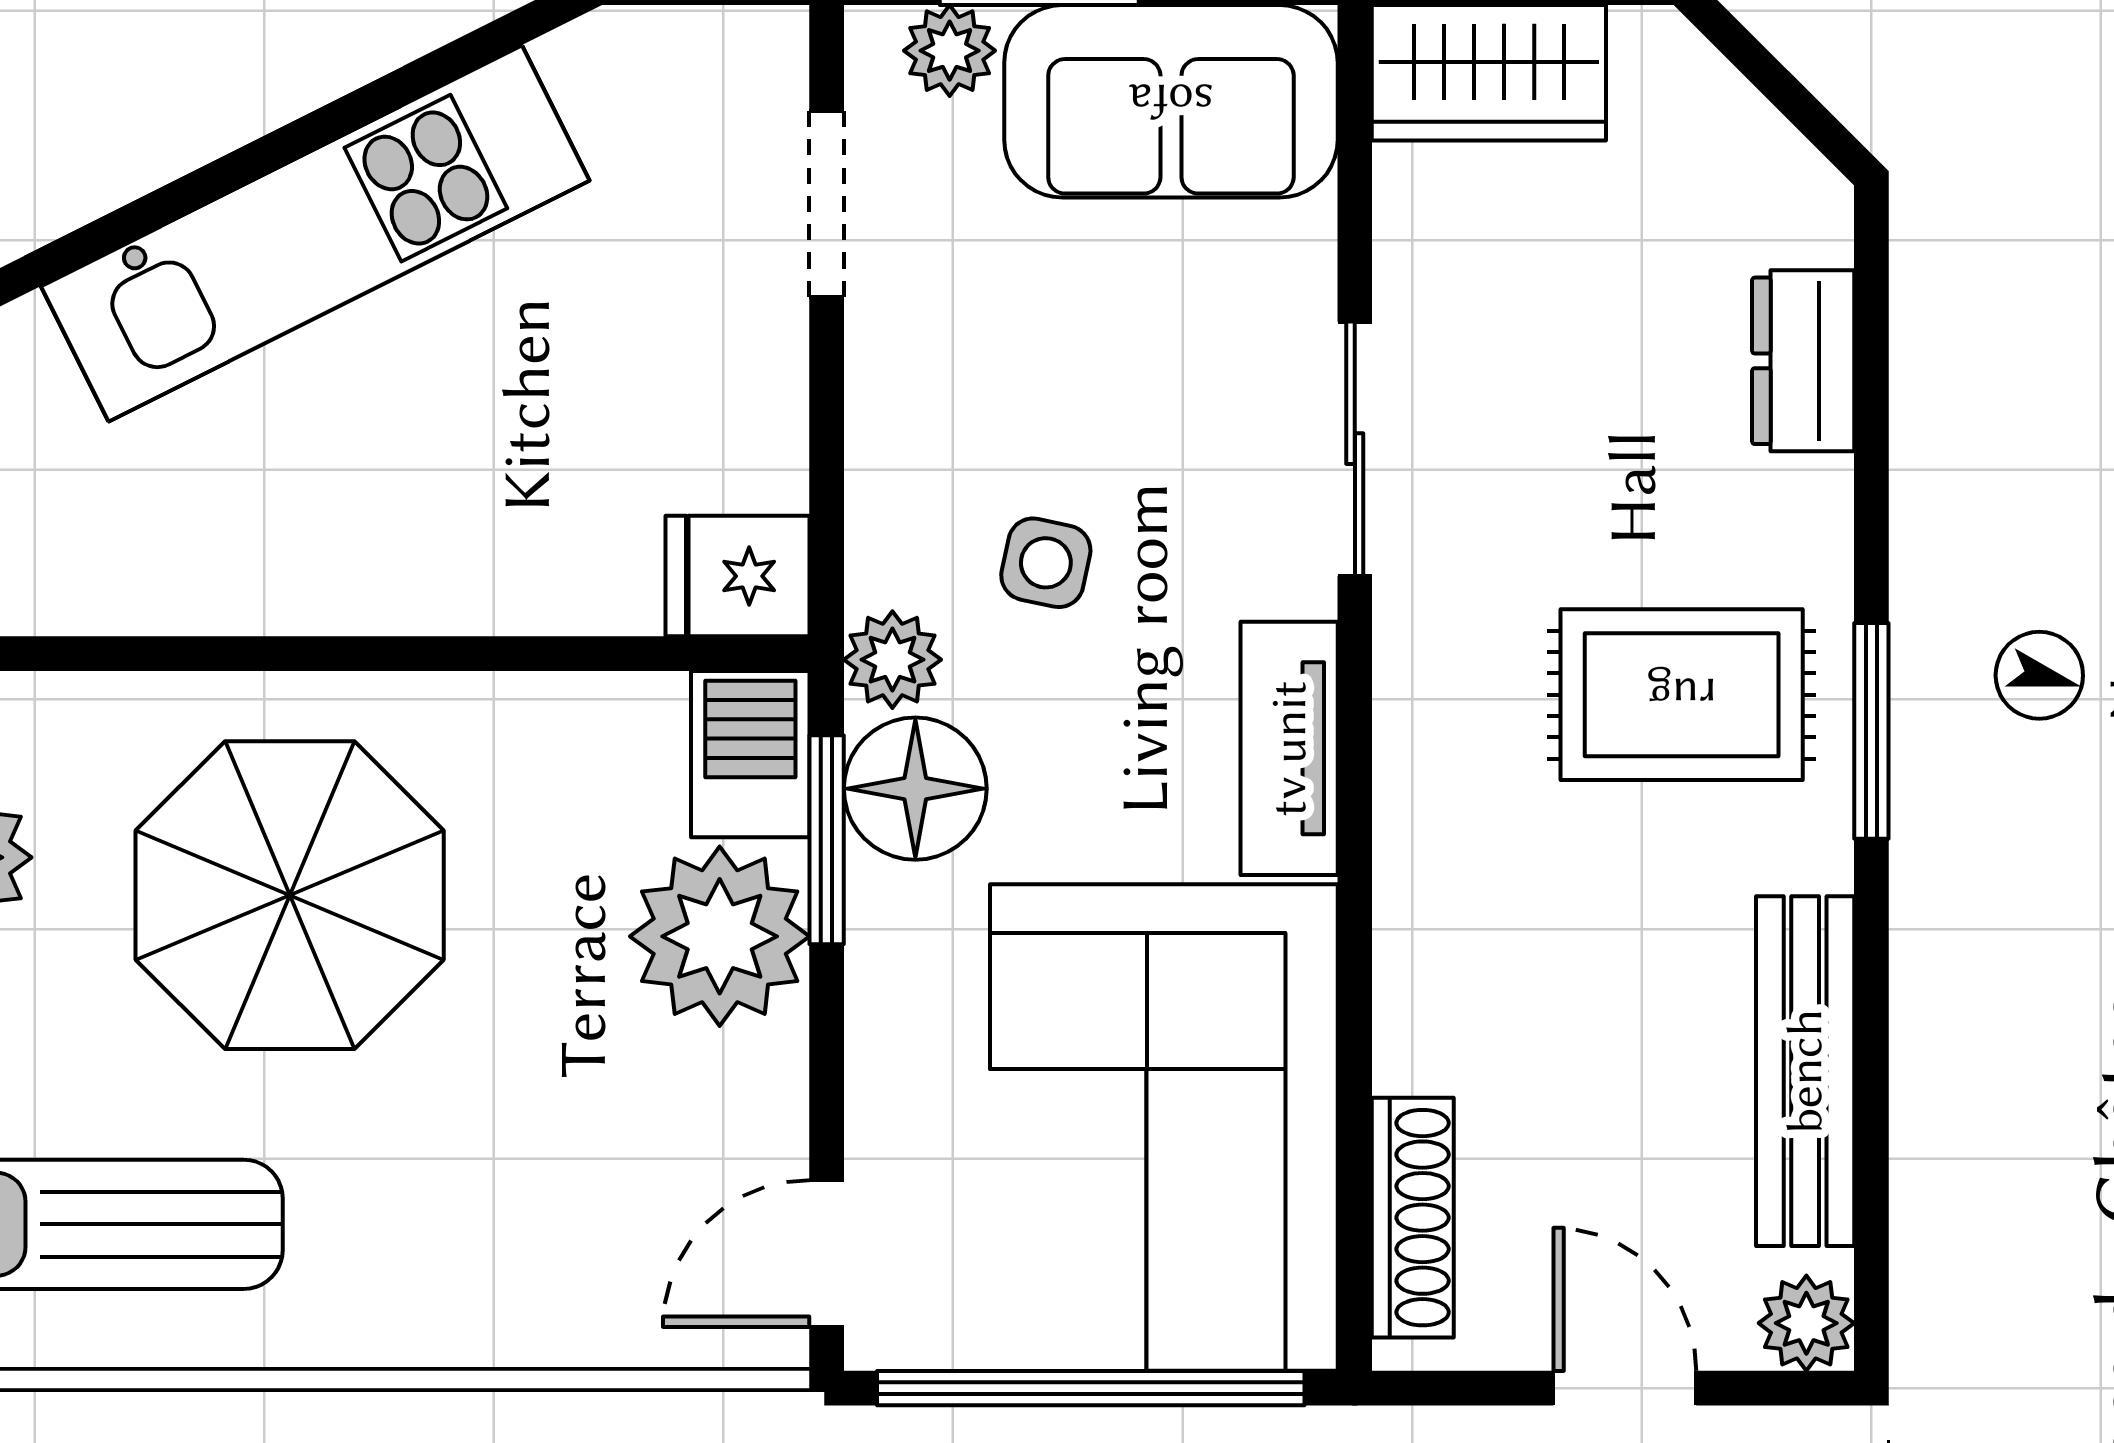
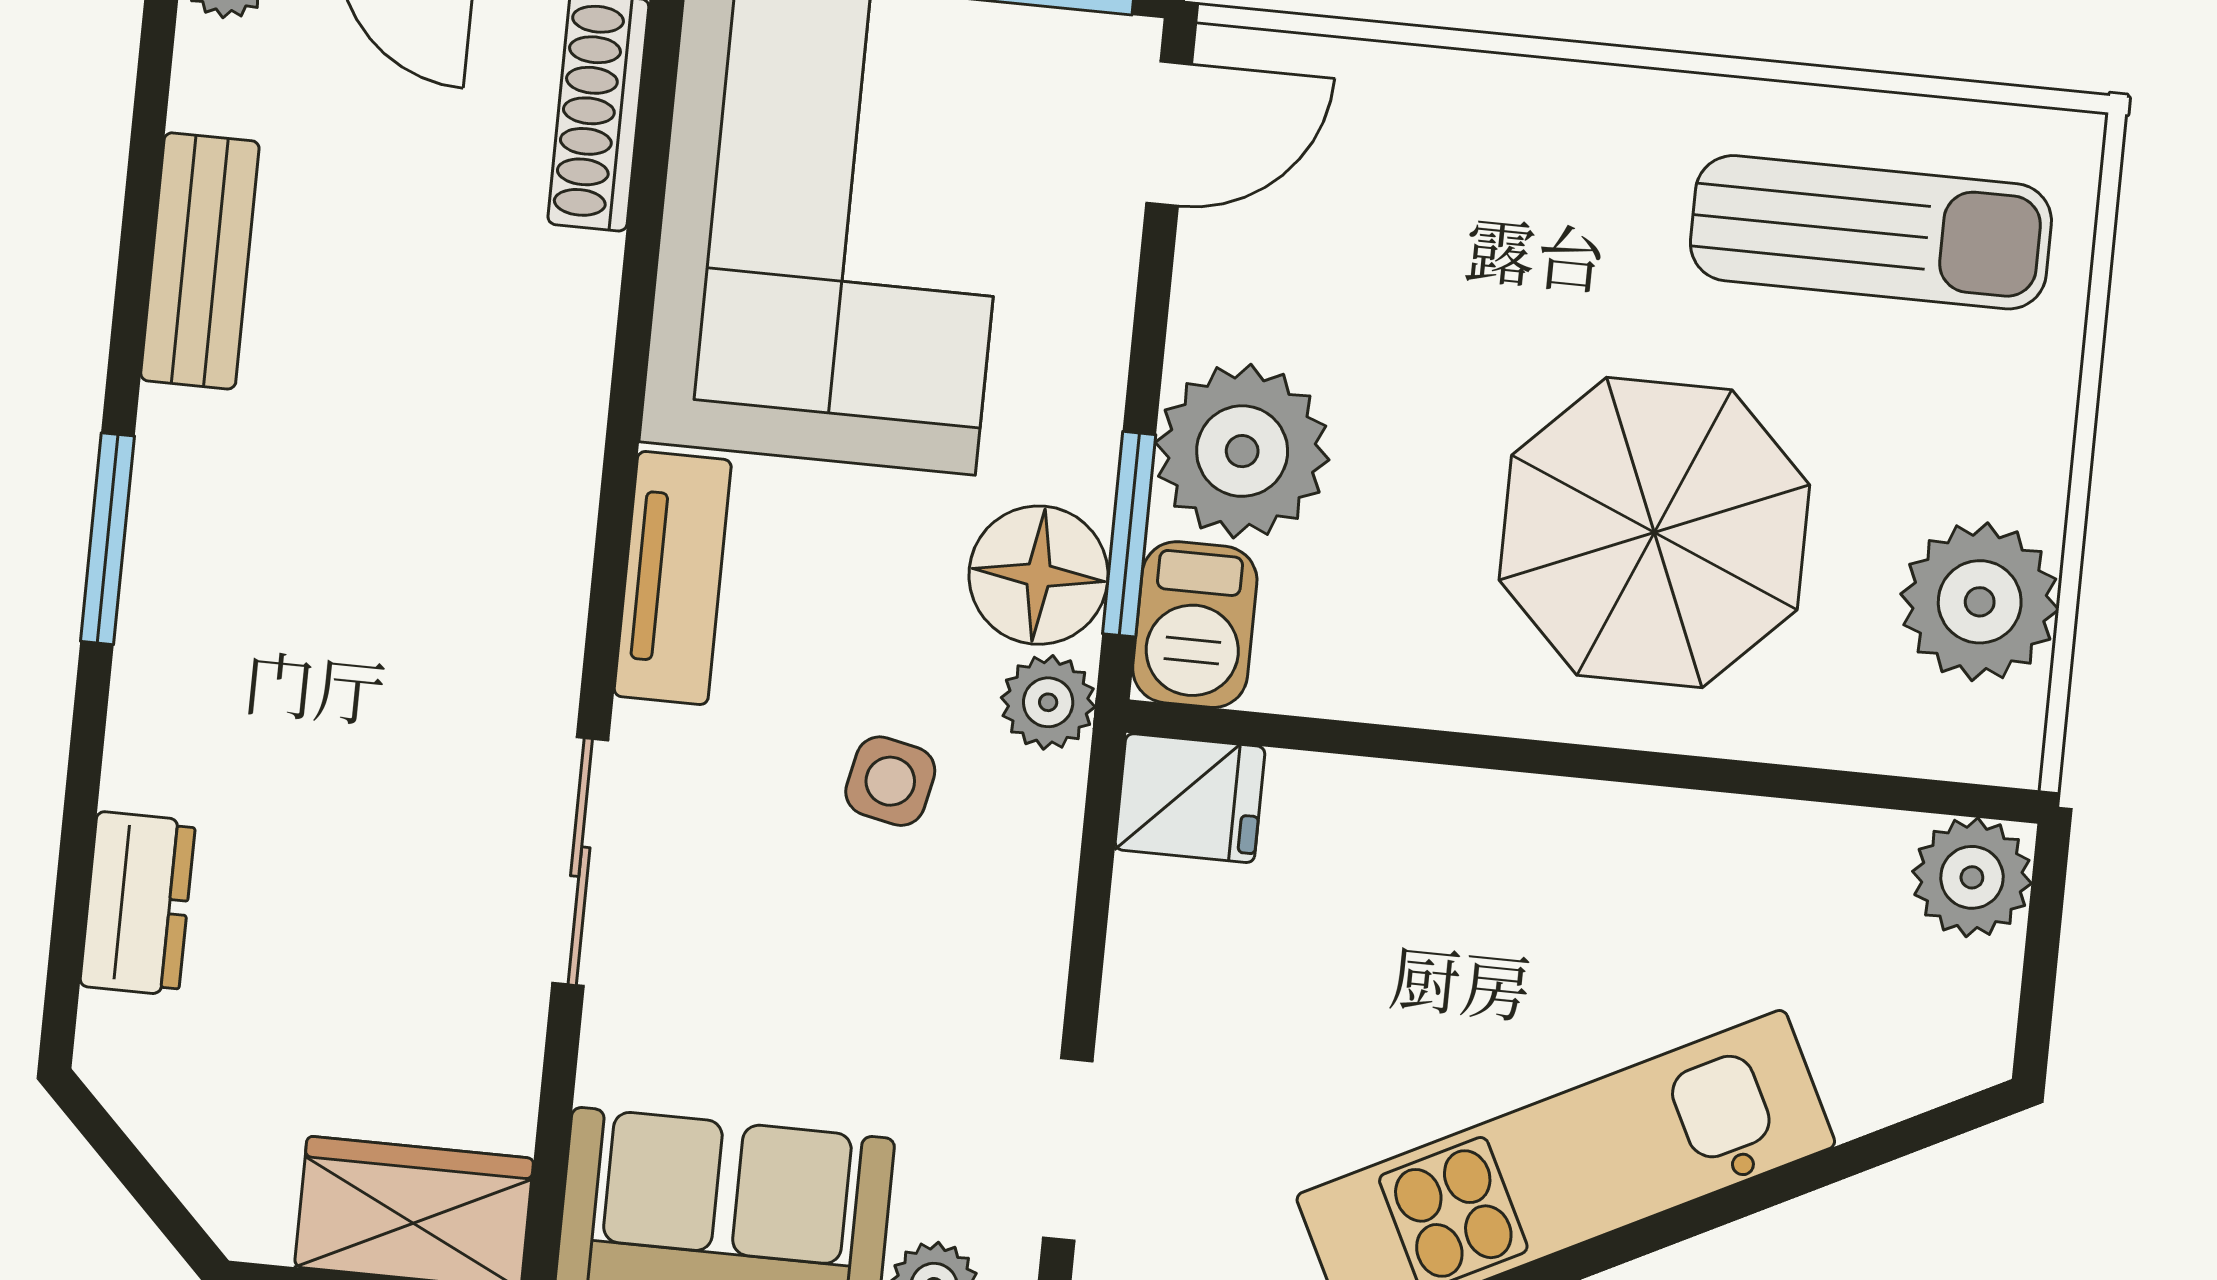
rug: (1682, 695) -> (288, 592), removed
bench: (1805, 1071) -> (200, 261), width x0.73

